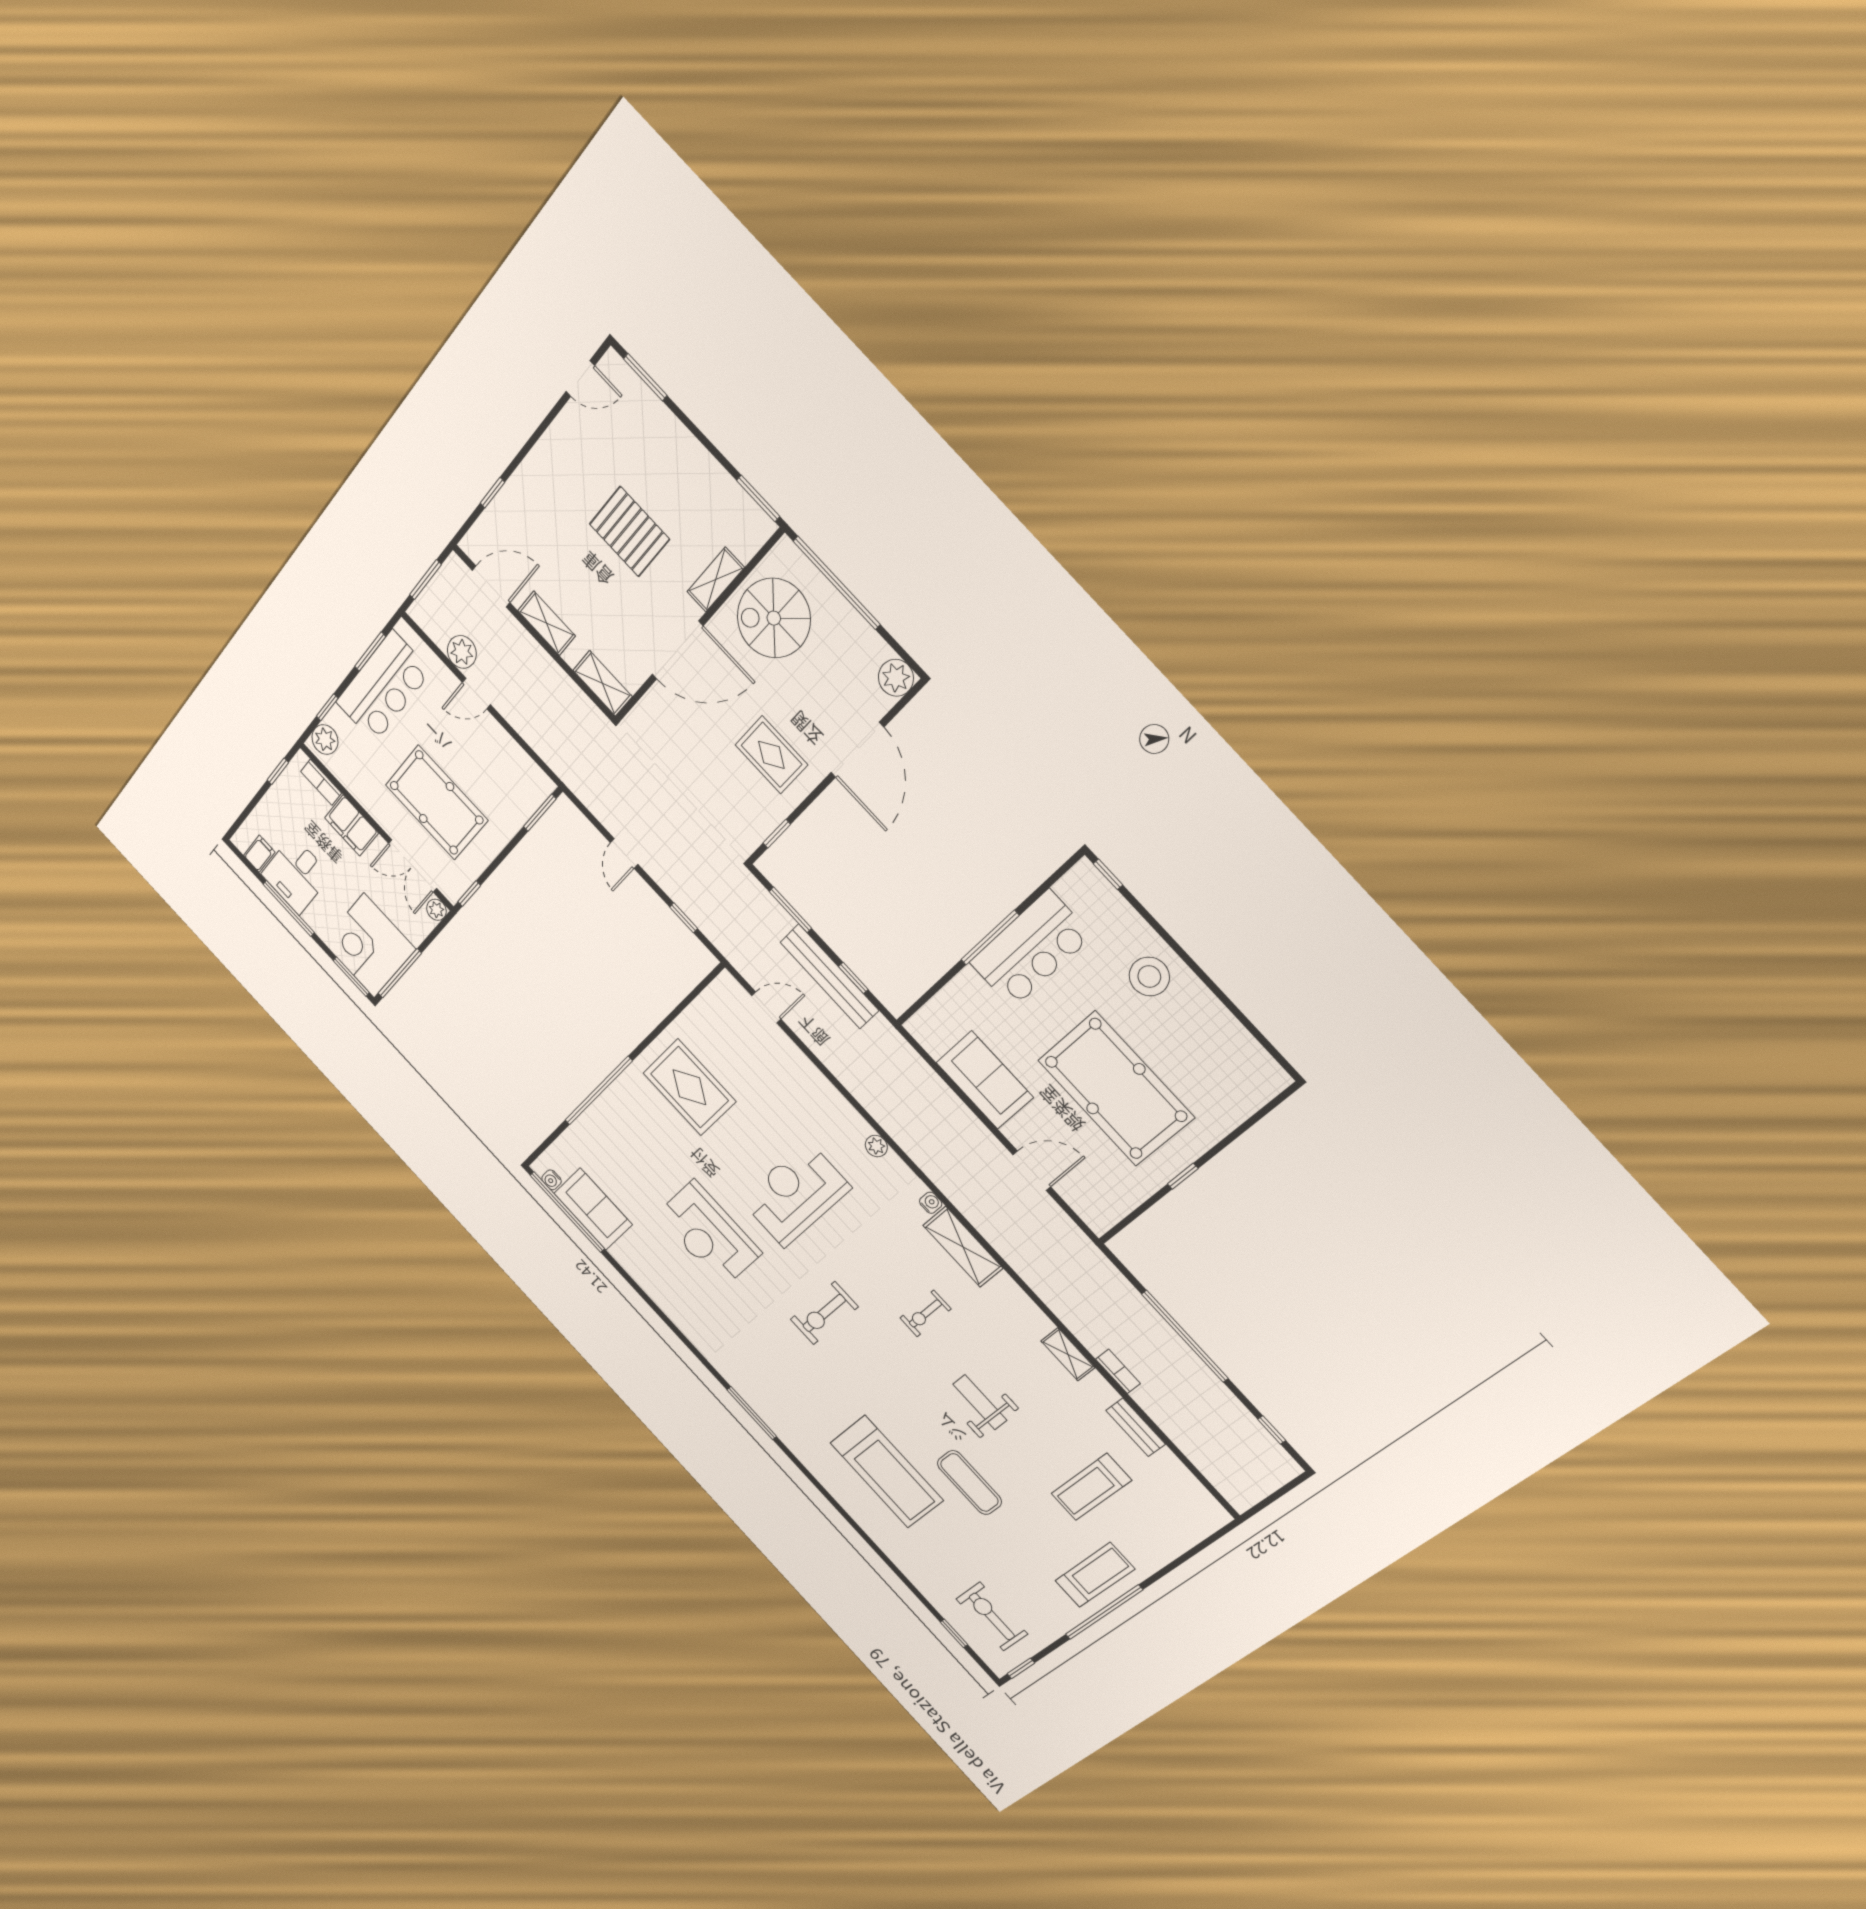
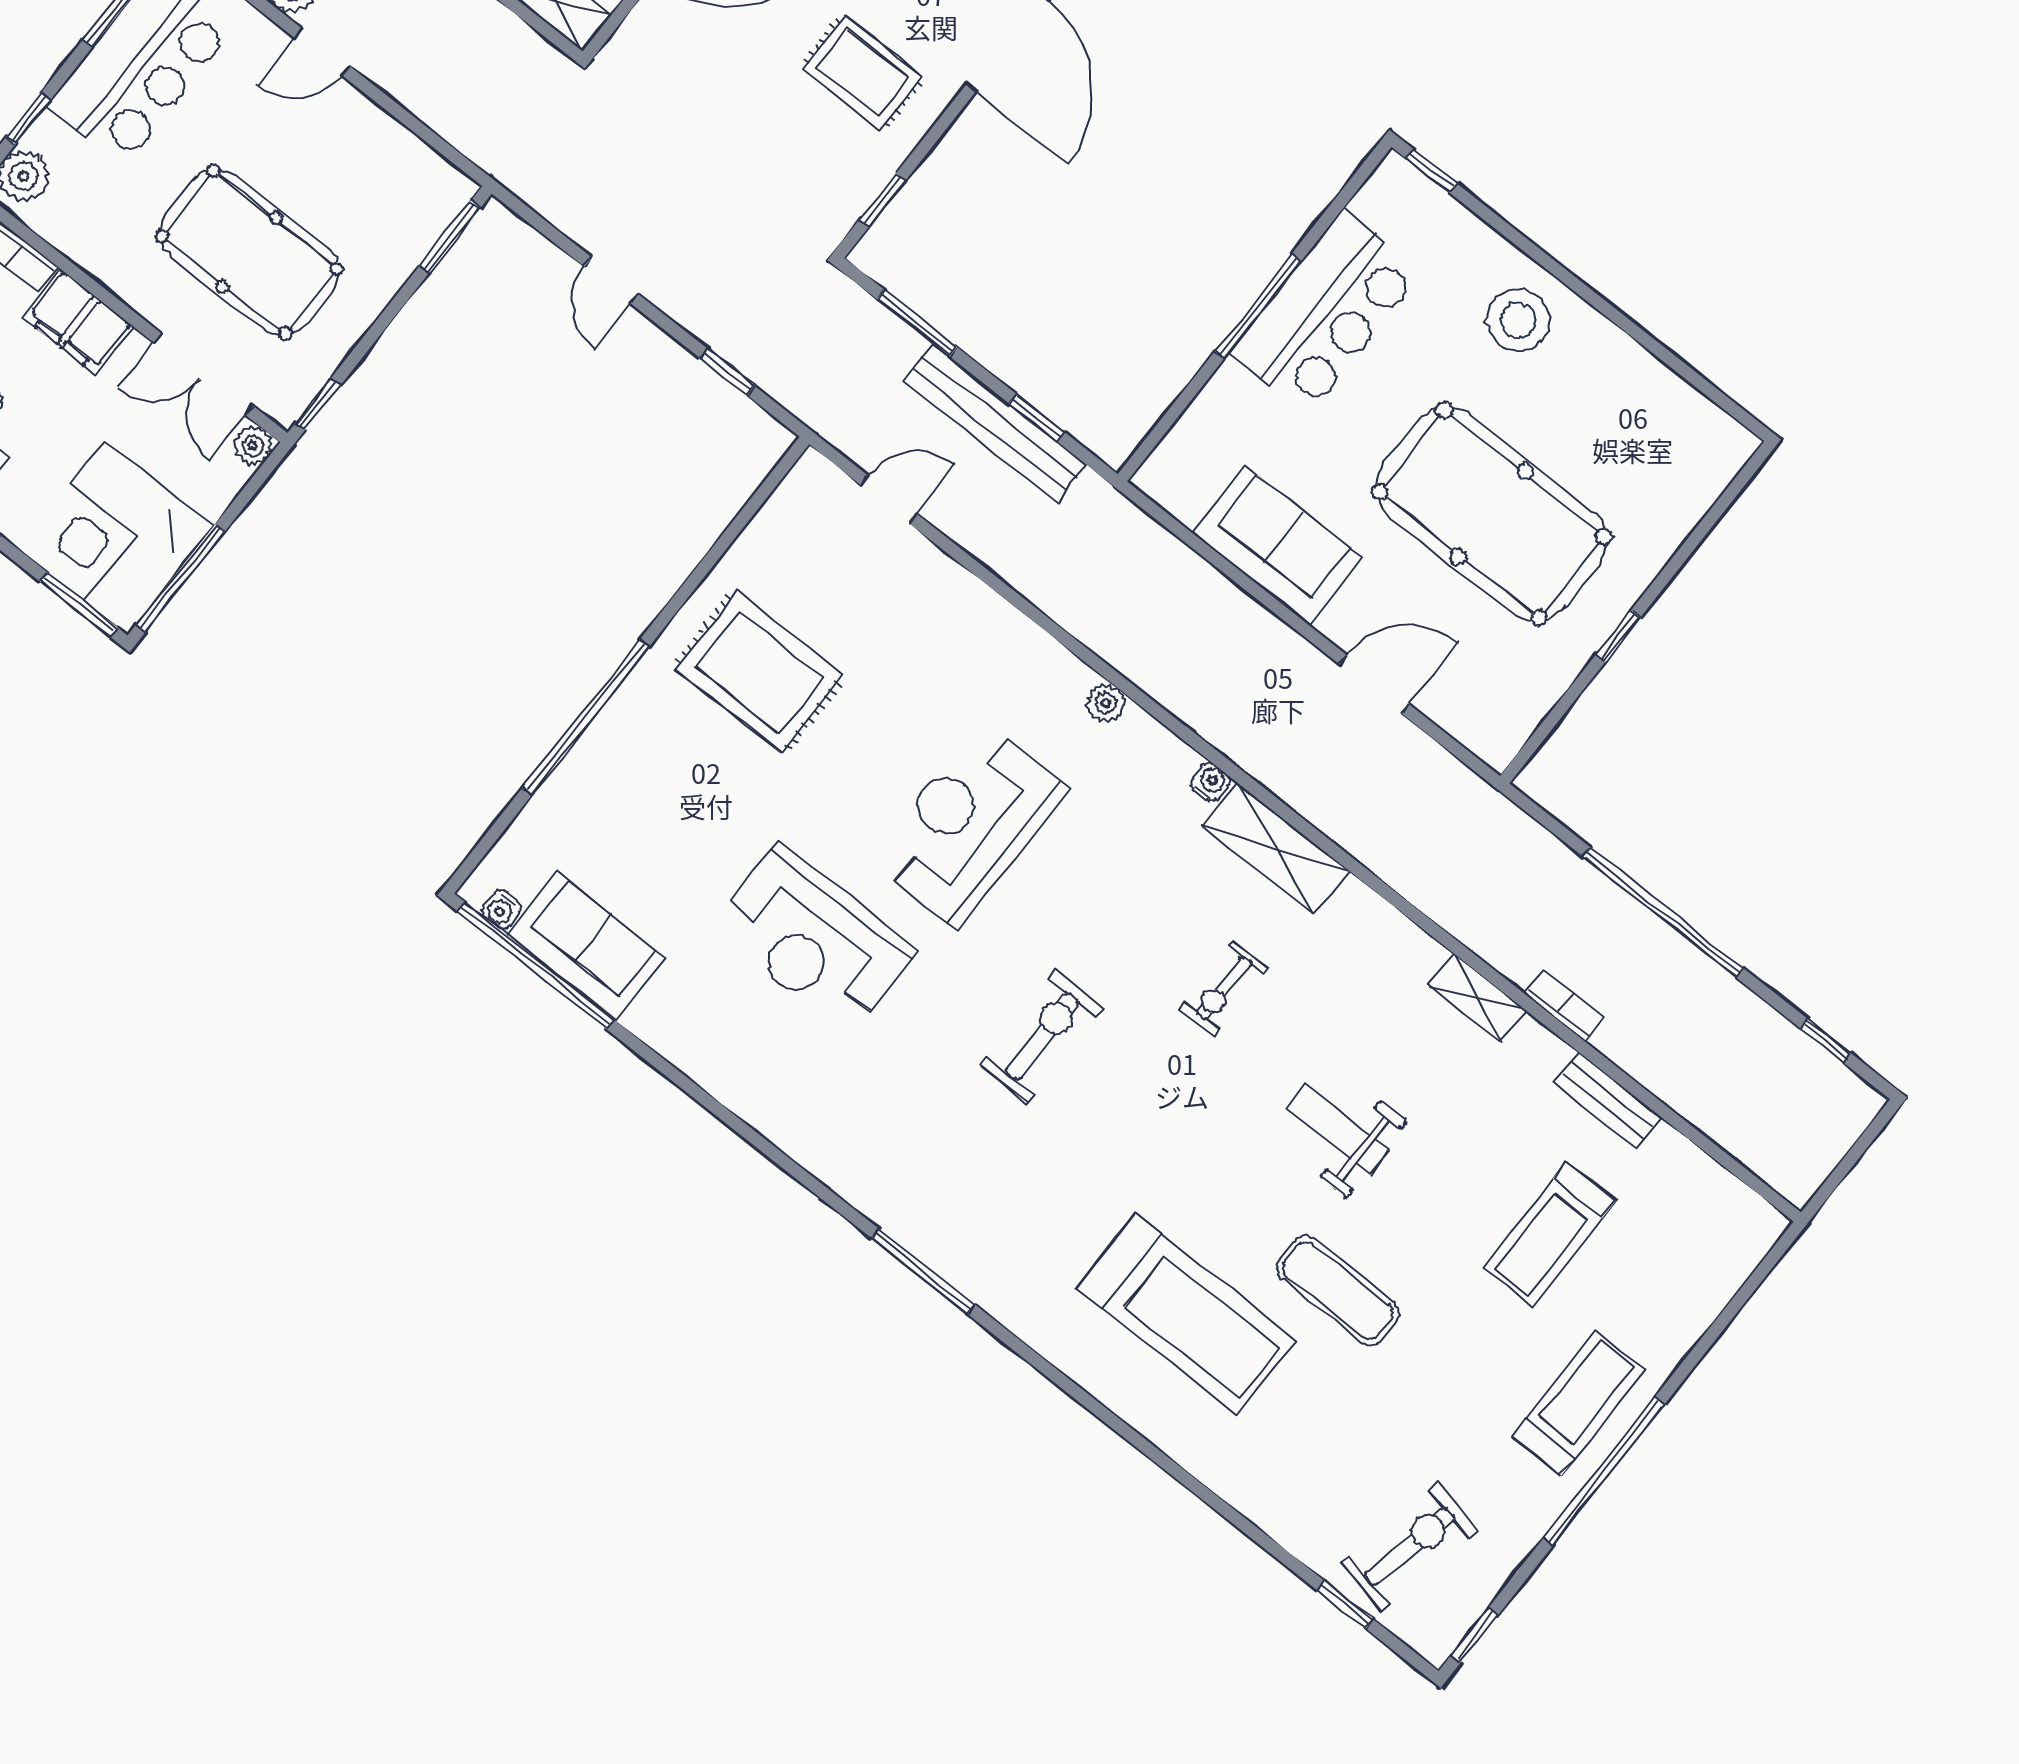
exercise bike: (824, 1313) -> (1042, 1036), turned 180
exercise bike: (992, 1616) -> (1409, 1546), turned 102

